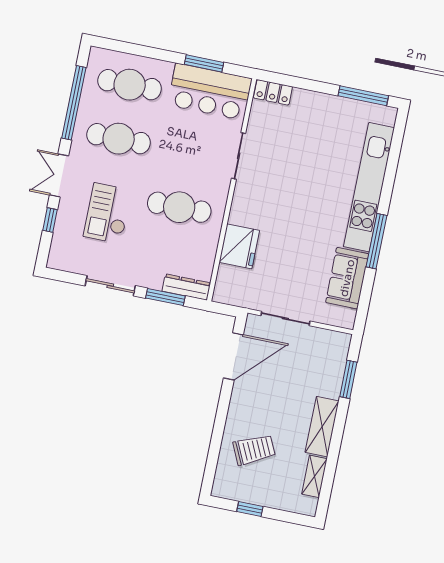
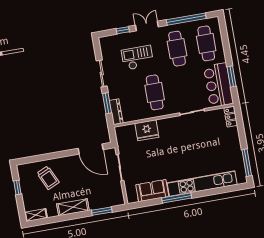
shelving: (314, 476) -> (36, 215), moved

